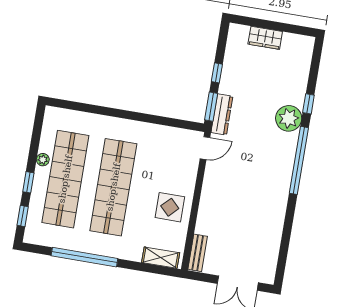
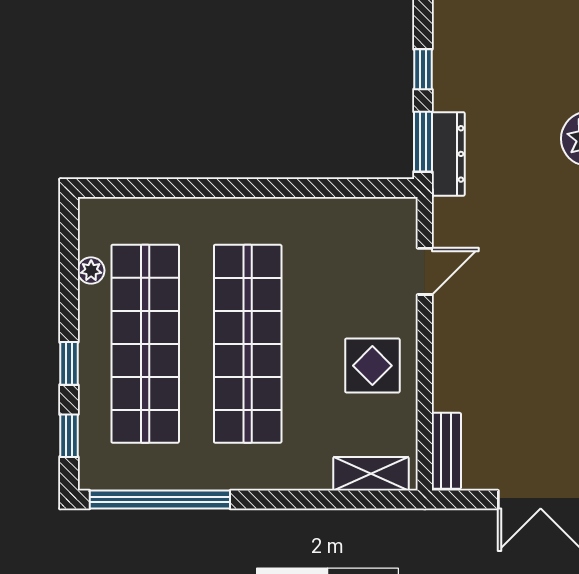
door: (205, 148) -> (425, 271), moved
plant: (43, 160) -> (91, 270), moved
window: (84, 257) -> (160, 500), moved

